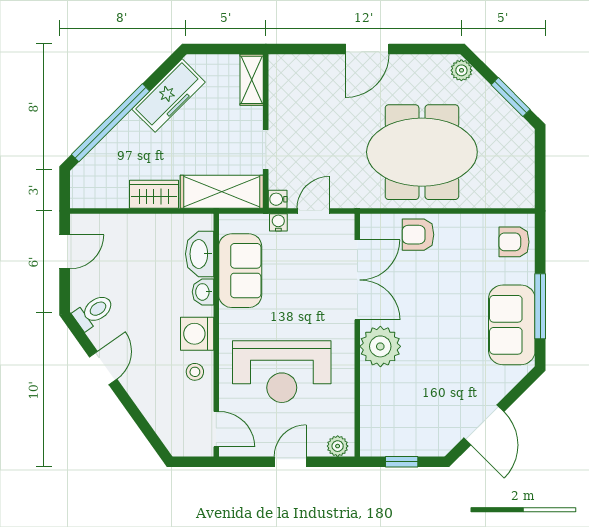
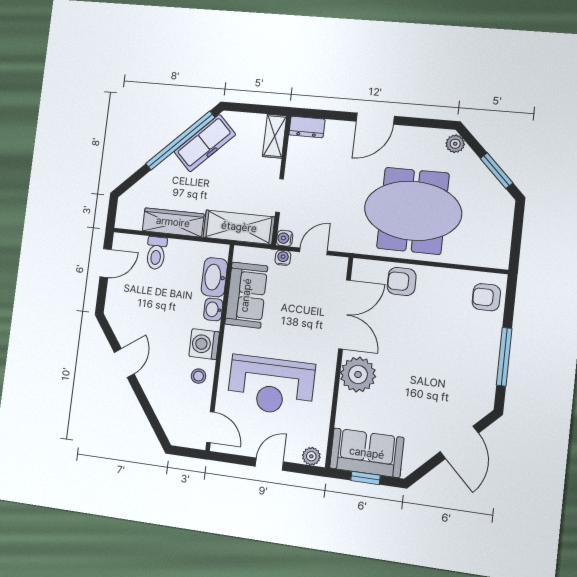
dresser: (289, 66) -> (307, 127), added
window: (111, 123) -> (180, 141), moved
wardrobe: (154, 194) -> (173, 222), width x1.50
toilet: (94, 312) -> (156, 253), moved, turned 125
sofa: (512, 325) -> (367, 453), moved, turned 90
door: (484, 425) -> (459, 442), moved

